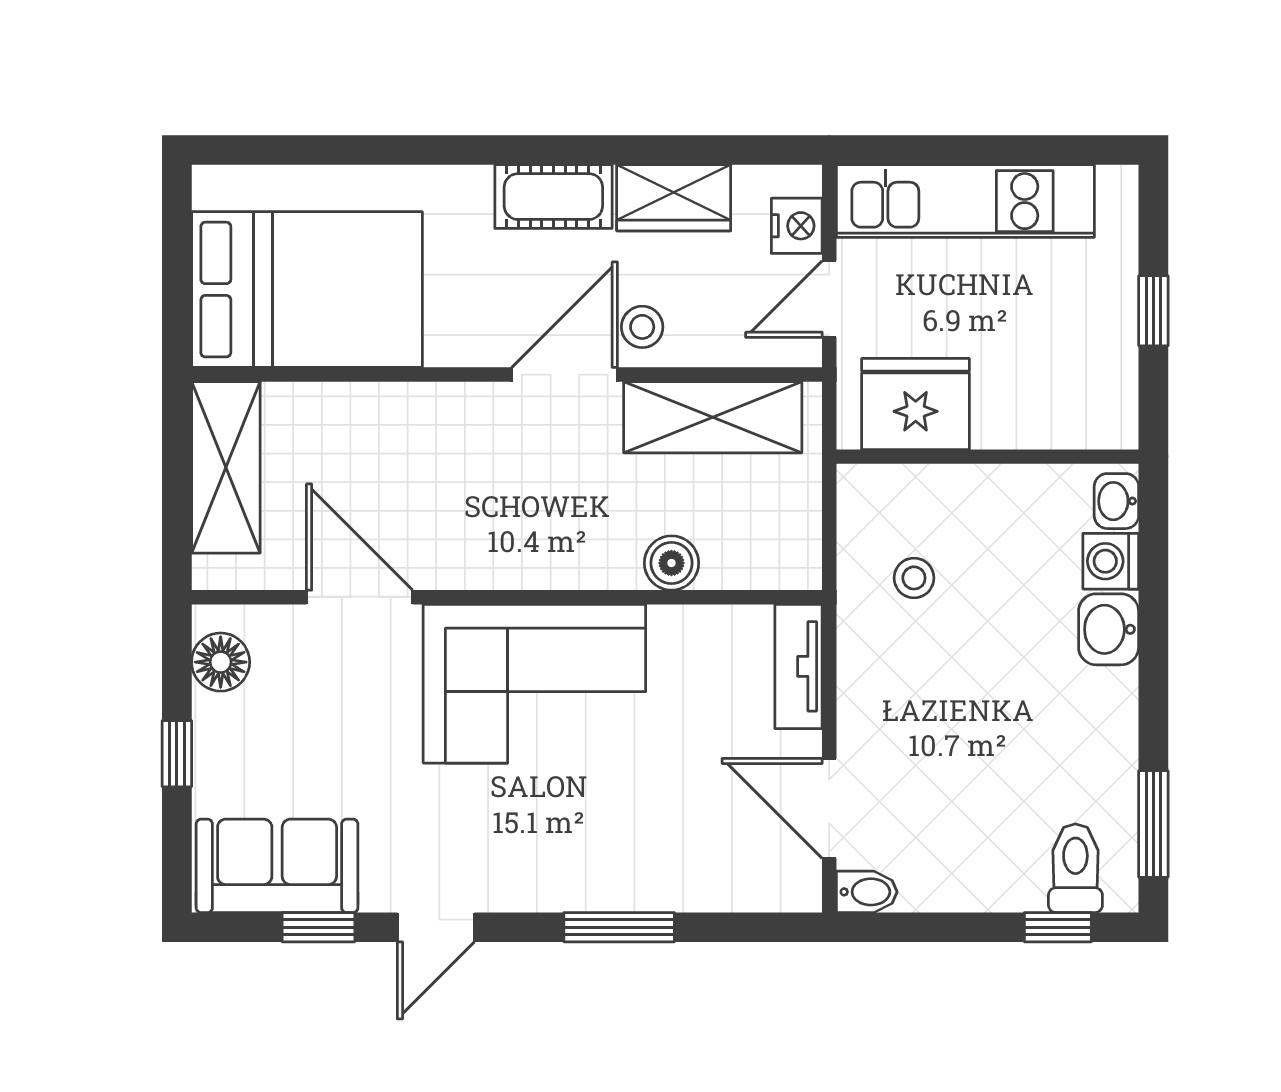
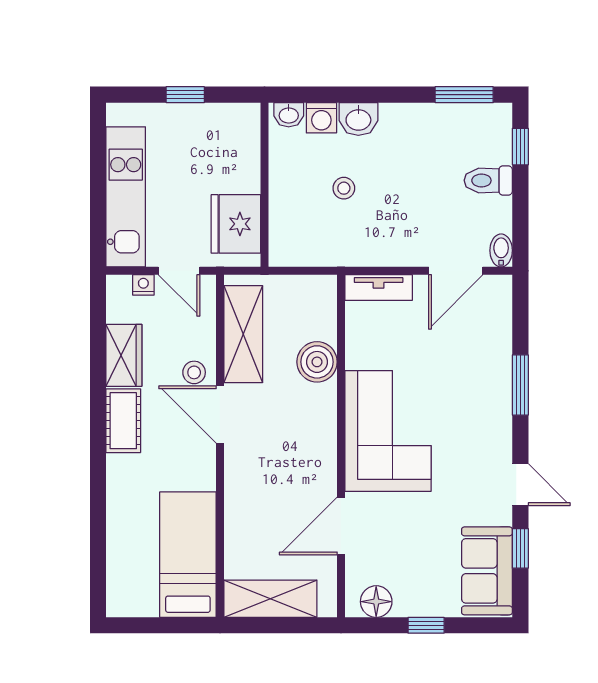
nightstand: (797, 226) -> (143, 285), width x0.72, depth x0.74
bed: (307, 290) -> (188, 555), width x0.67
boiler: (671, 563) -> (317, 362), width x1.36, depth x1.36
stool: (914, 578) -> (344, 188), moved
toilet: (1075, 868) -> (488, 180), moved

